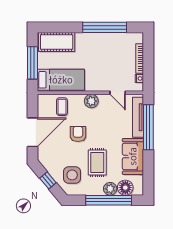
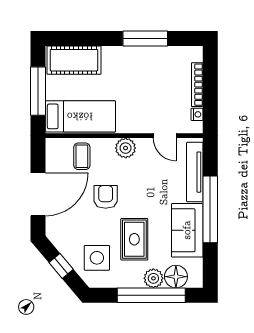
window: (105, 27) -> (145, 38), width x0.68
window: (148, 127) -> (210, 209), moved

